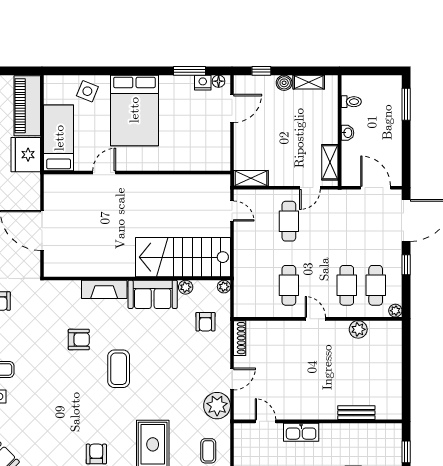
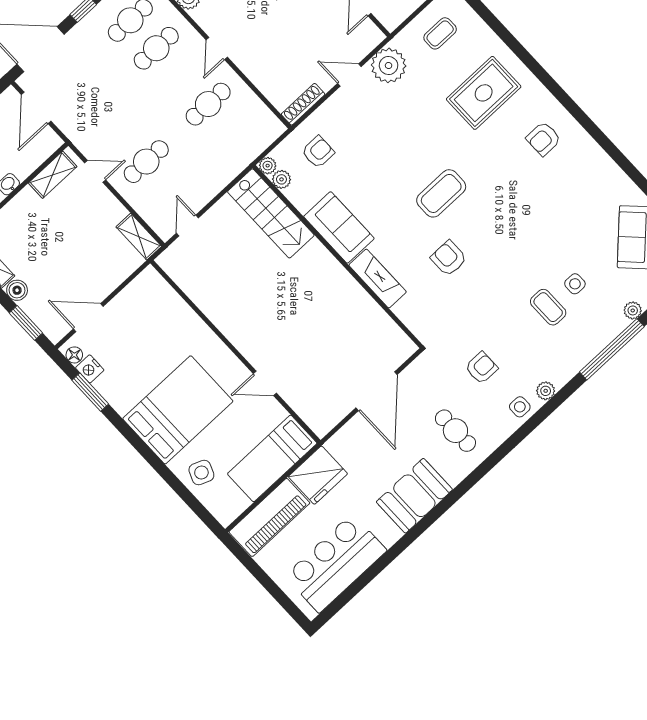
window: (261, 71) -> (26, 323), width x1.50
stairs: (183, 257) -> (271, 213), width x0.73, depth x0.66
plant: (186, 287) -> (281, 179), moved

